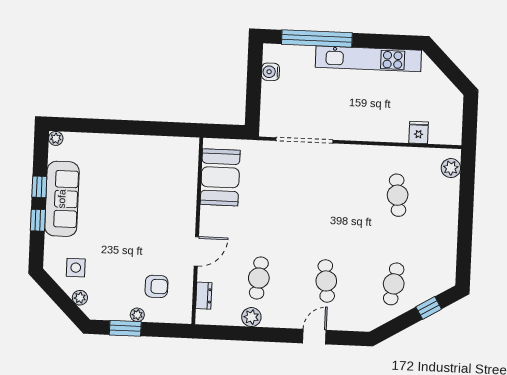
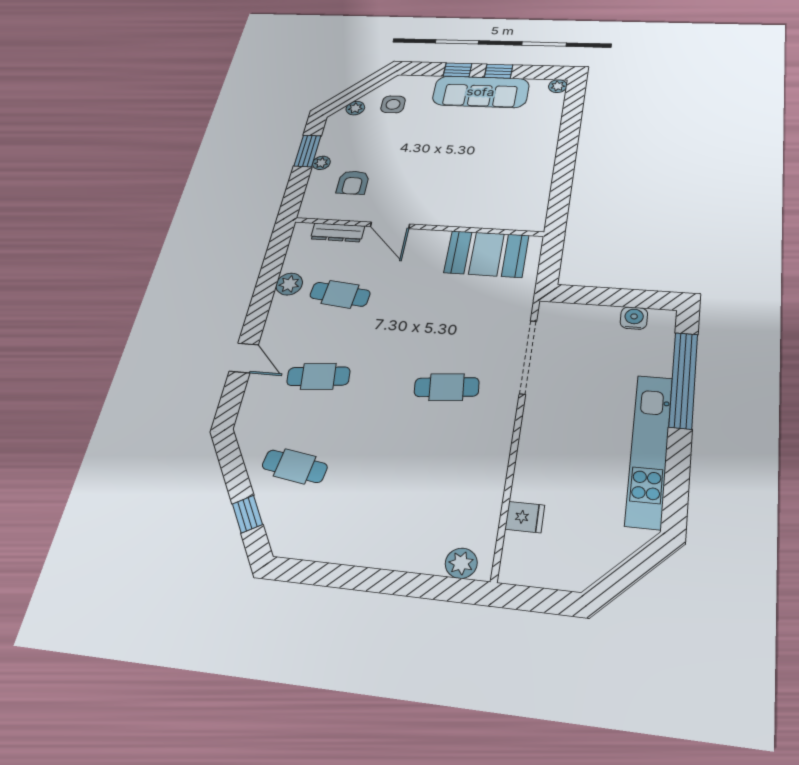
cafe table: (398, 195) -> (447, 387), moved
dresser: (204, 296) -> (338, 232), width x1.44

